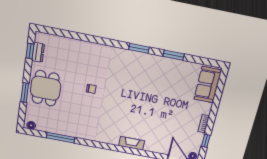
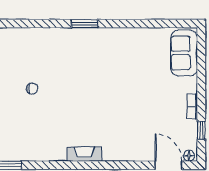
window: (174, 55) -> (131, 24), removed
fireplace: (132, 143) -> (84, 154), moved

